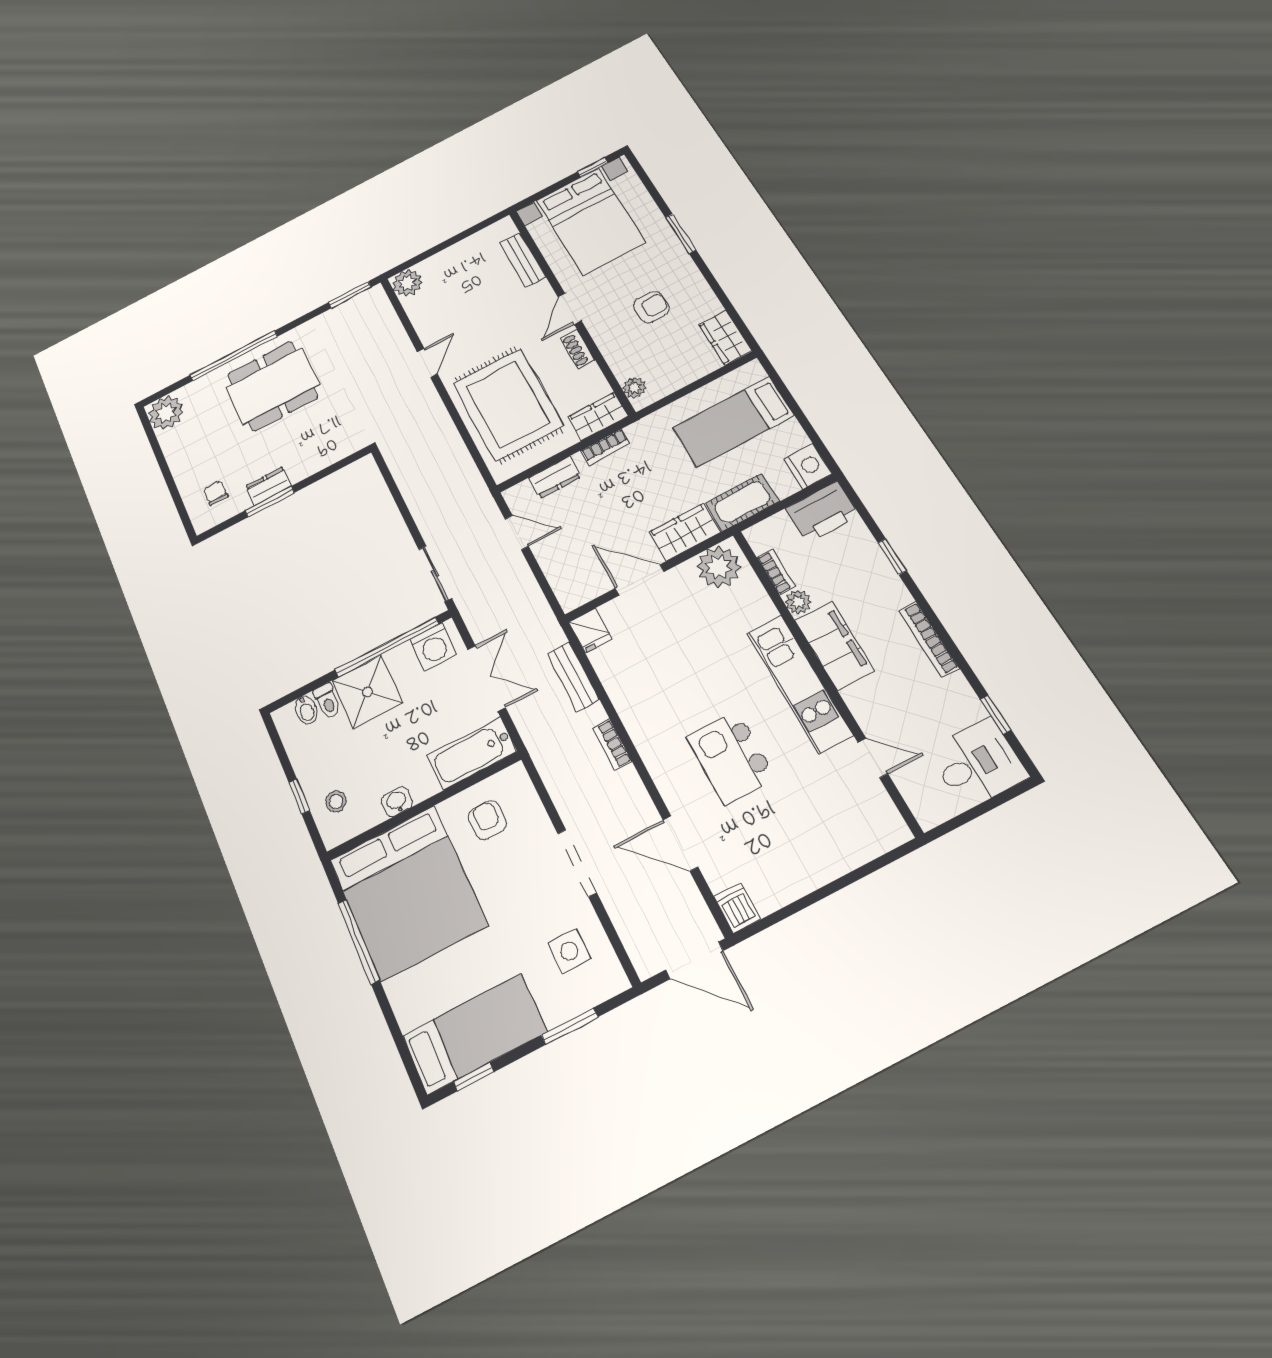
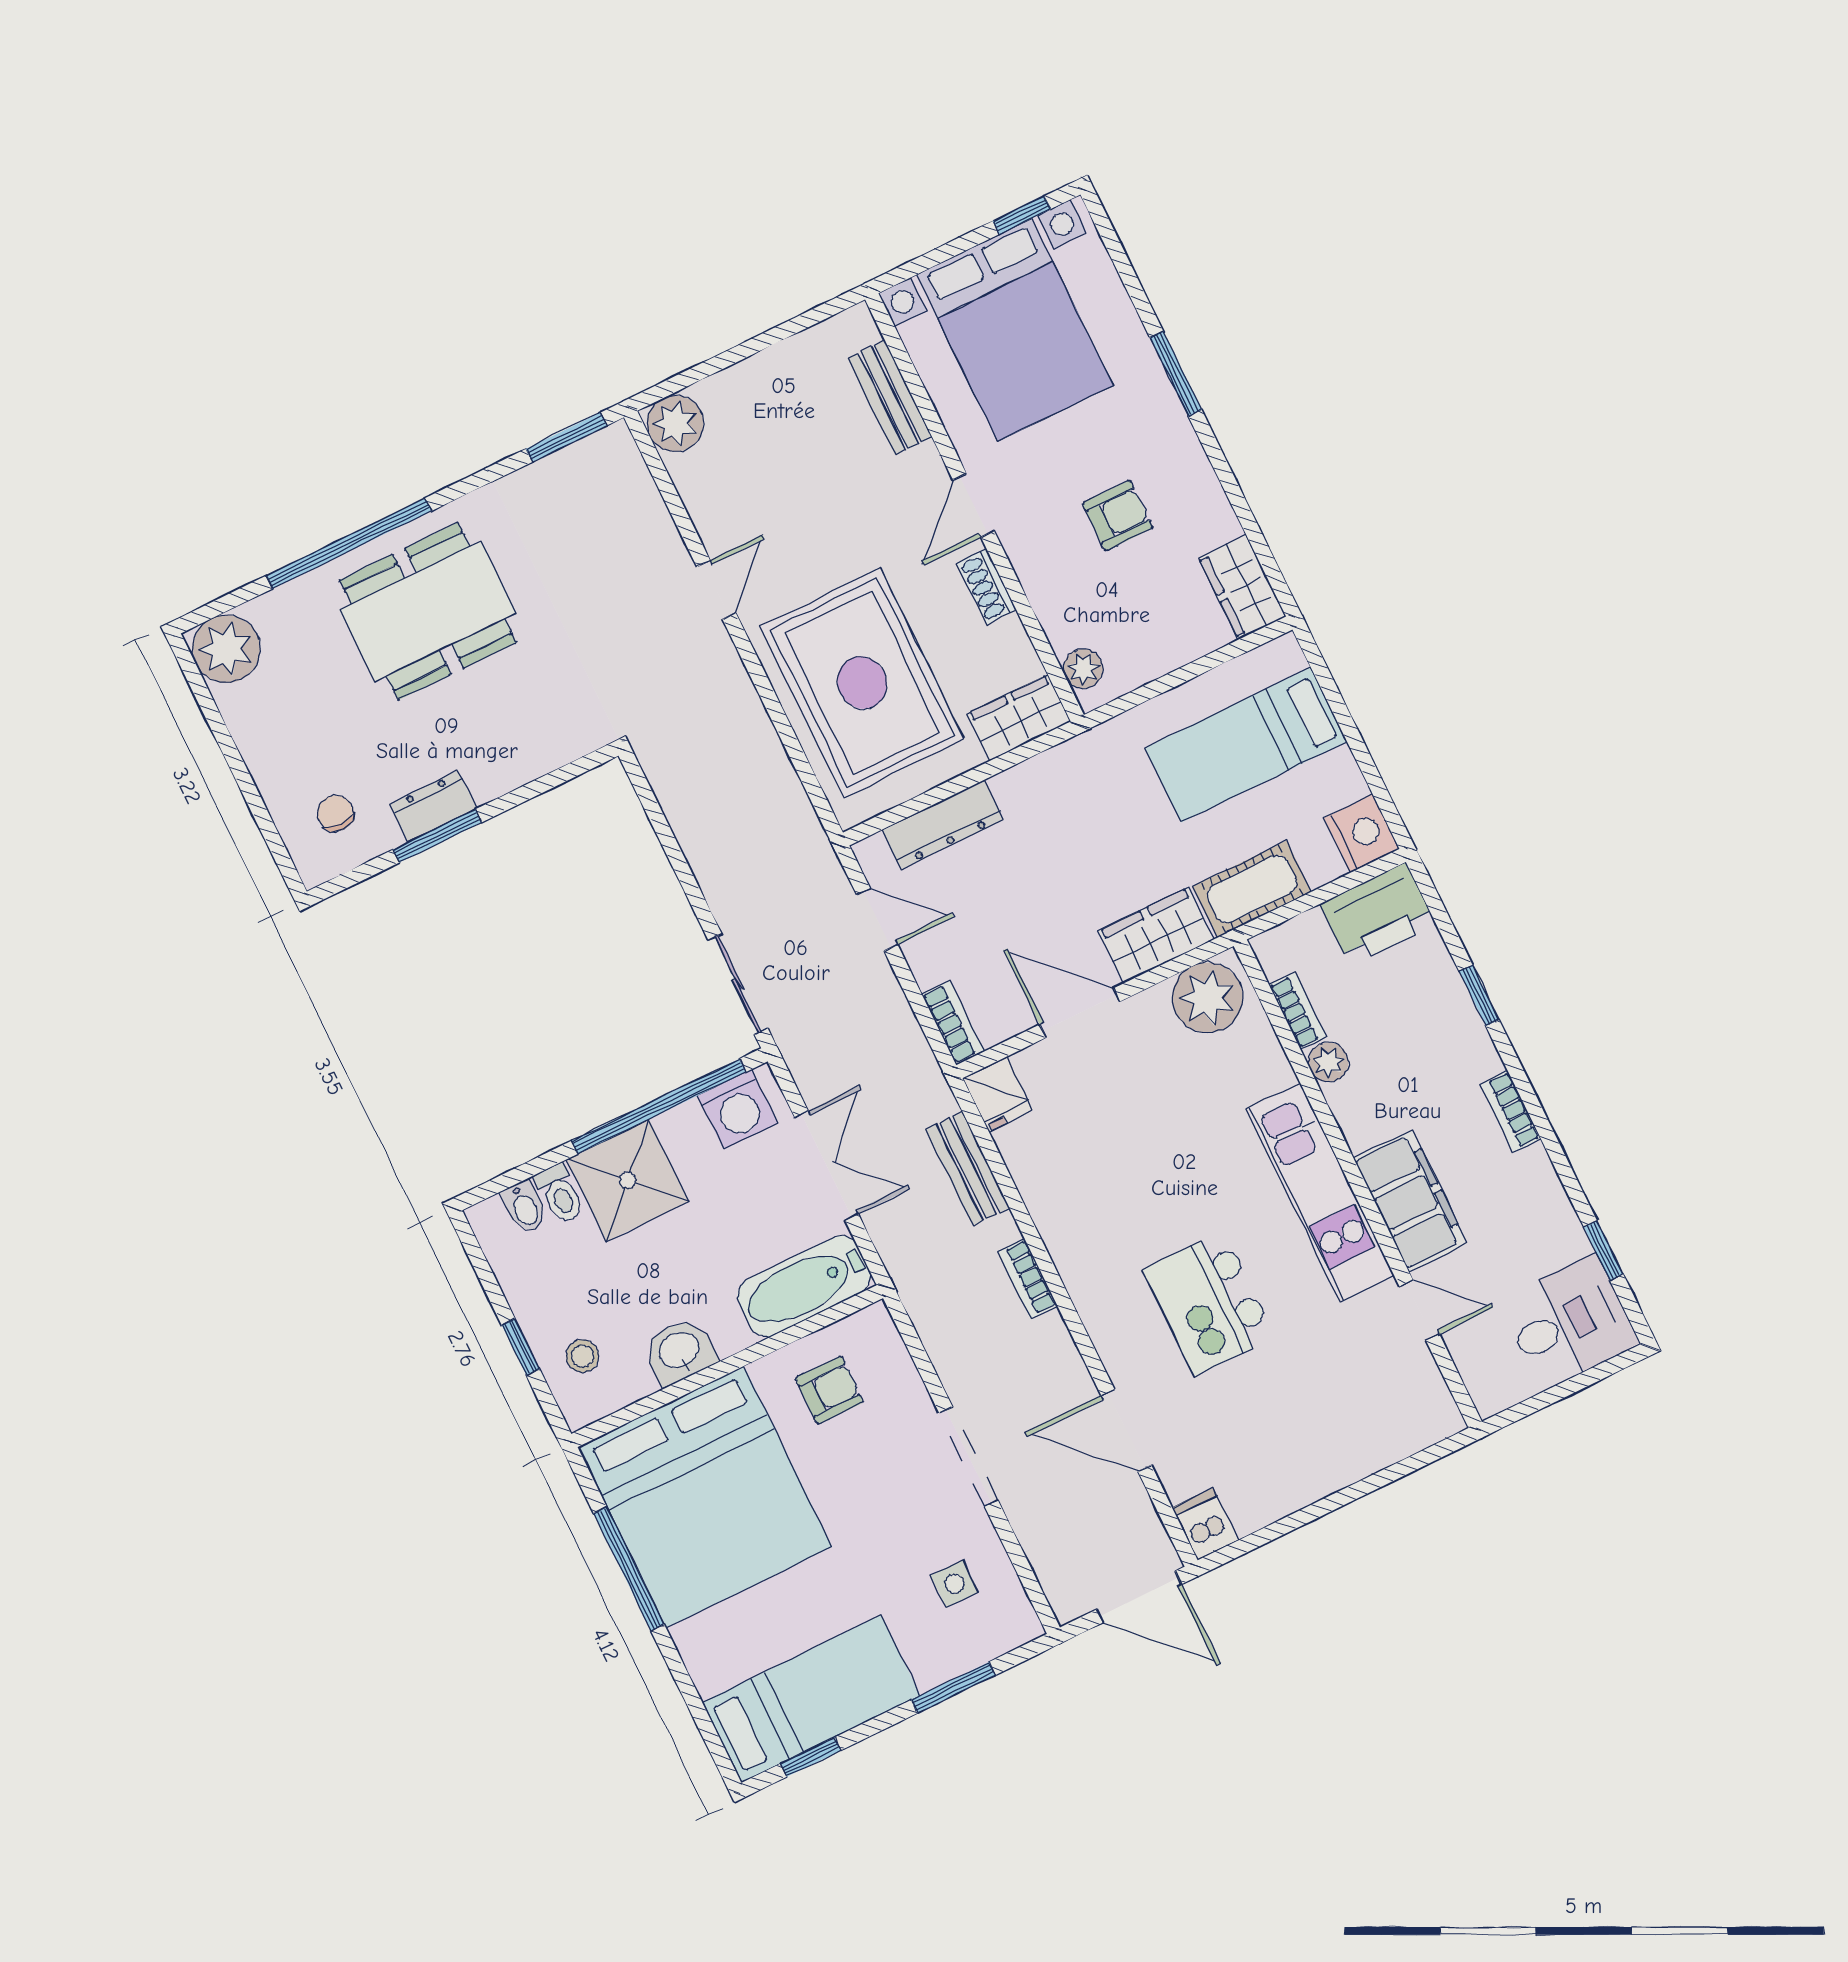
bookcase: (605, 447) -> (953, 1023), moved, turned -90
dresser: (555, 477) -> (943, 825), width x1.44
bookcase: (929, 639) -> (1511, 1111), width x0.64
filing cabinet: (834, 645) -> (1410, 1201), moved
washbasin: (397, 802) -> (679, 1351), width x1.38, depth x1.45
armchair: (487, 820) -> (829, 1390), turned 90
side table: (569, 951) -> (955, 1584), width x0.73, depth x0.73

